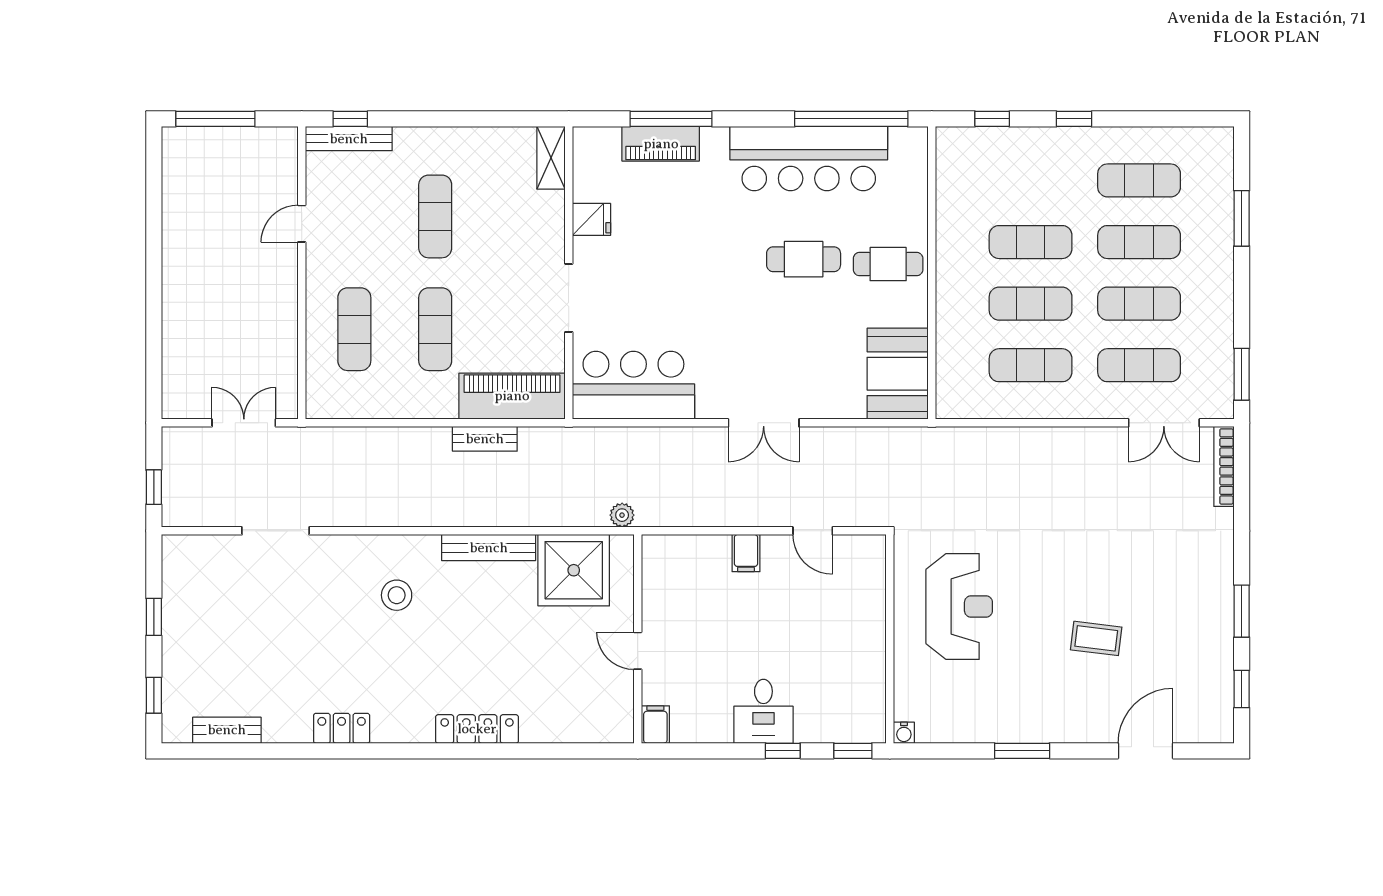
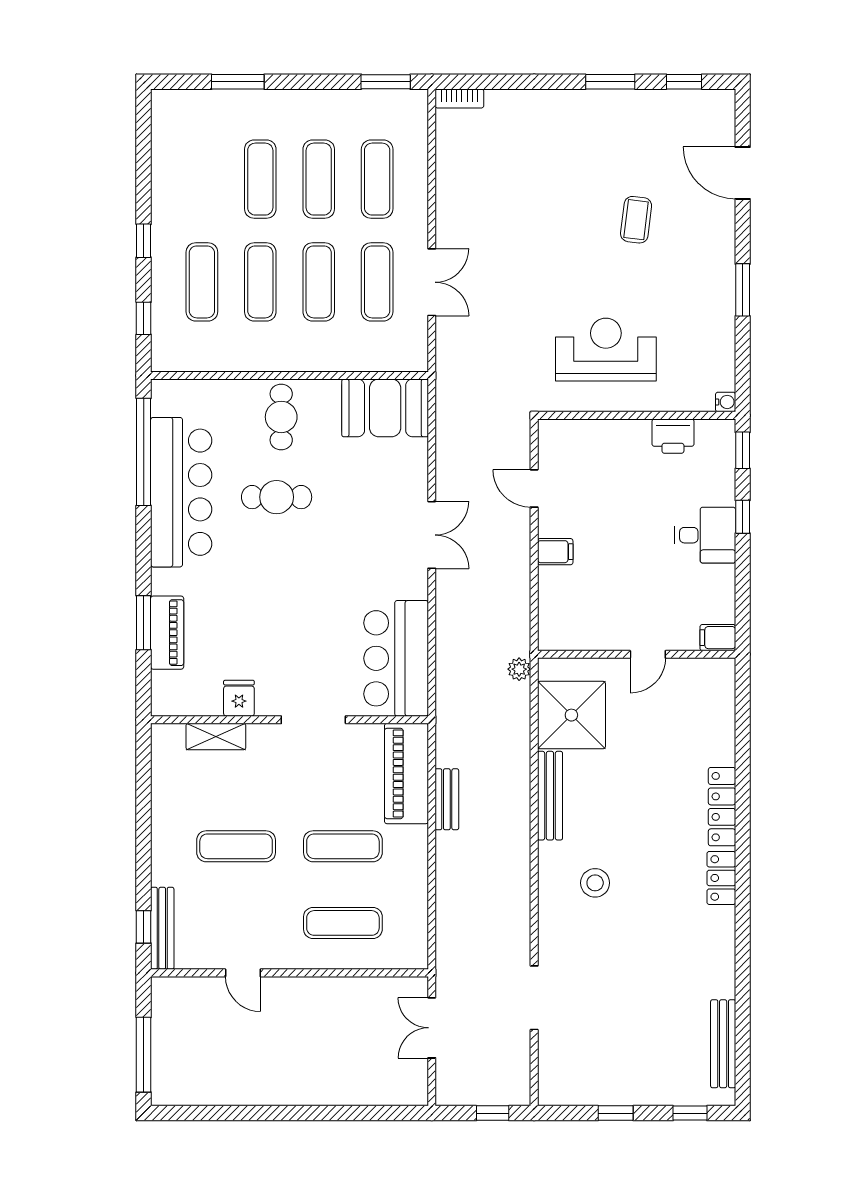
window: (671, 119) -> (144, 623), width x0.69
shelving: (551, 158) -> (216, 737), moved
exercise mat: (1139, 180) -> (202, 282), moved
cafe table: (804, 259) -> (277, 497), turned 90
double door: (1164, 423) -> (432, 282), moved
bookcase: (1224, 466) -> (459, 99), width x0.64
door: (813, 531) -> (534, 488), swing flipped
printer: (868, 677) -> (673, 436), added
locker: (342, 728) -> (721, 878), moved
bench: (227, 730) -> (723, 1044), width x1.36

